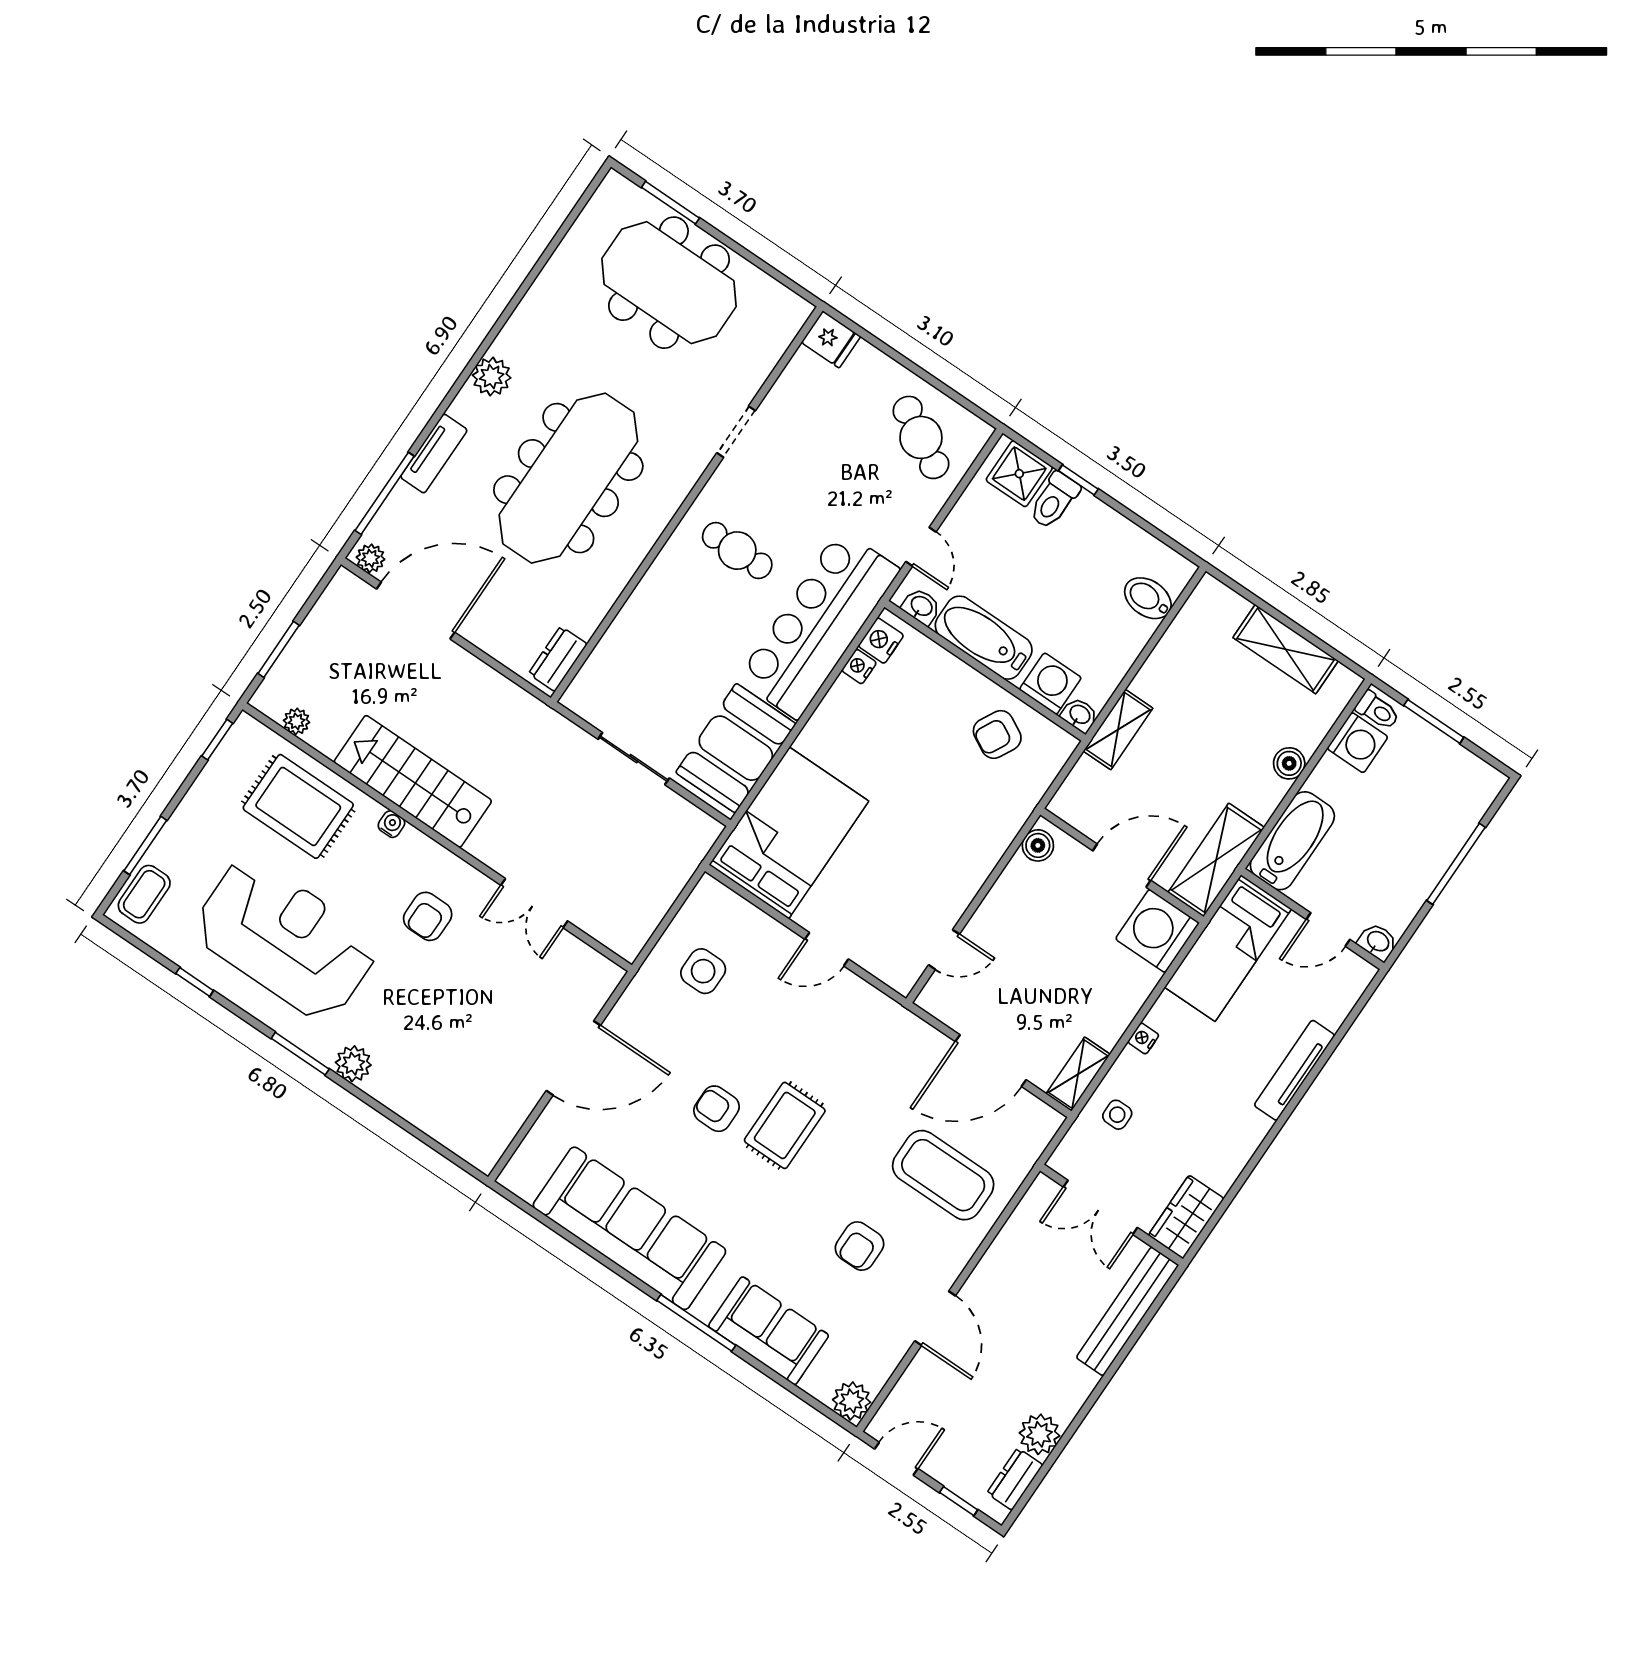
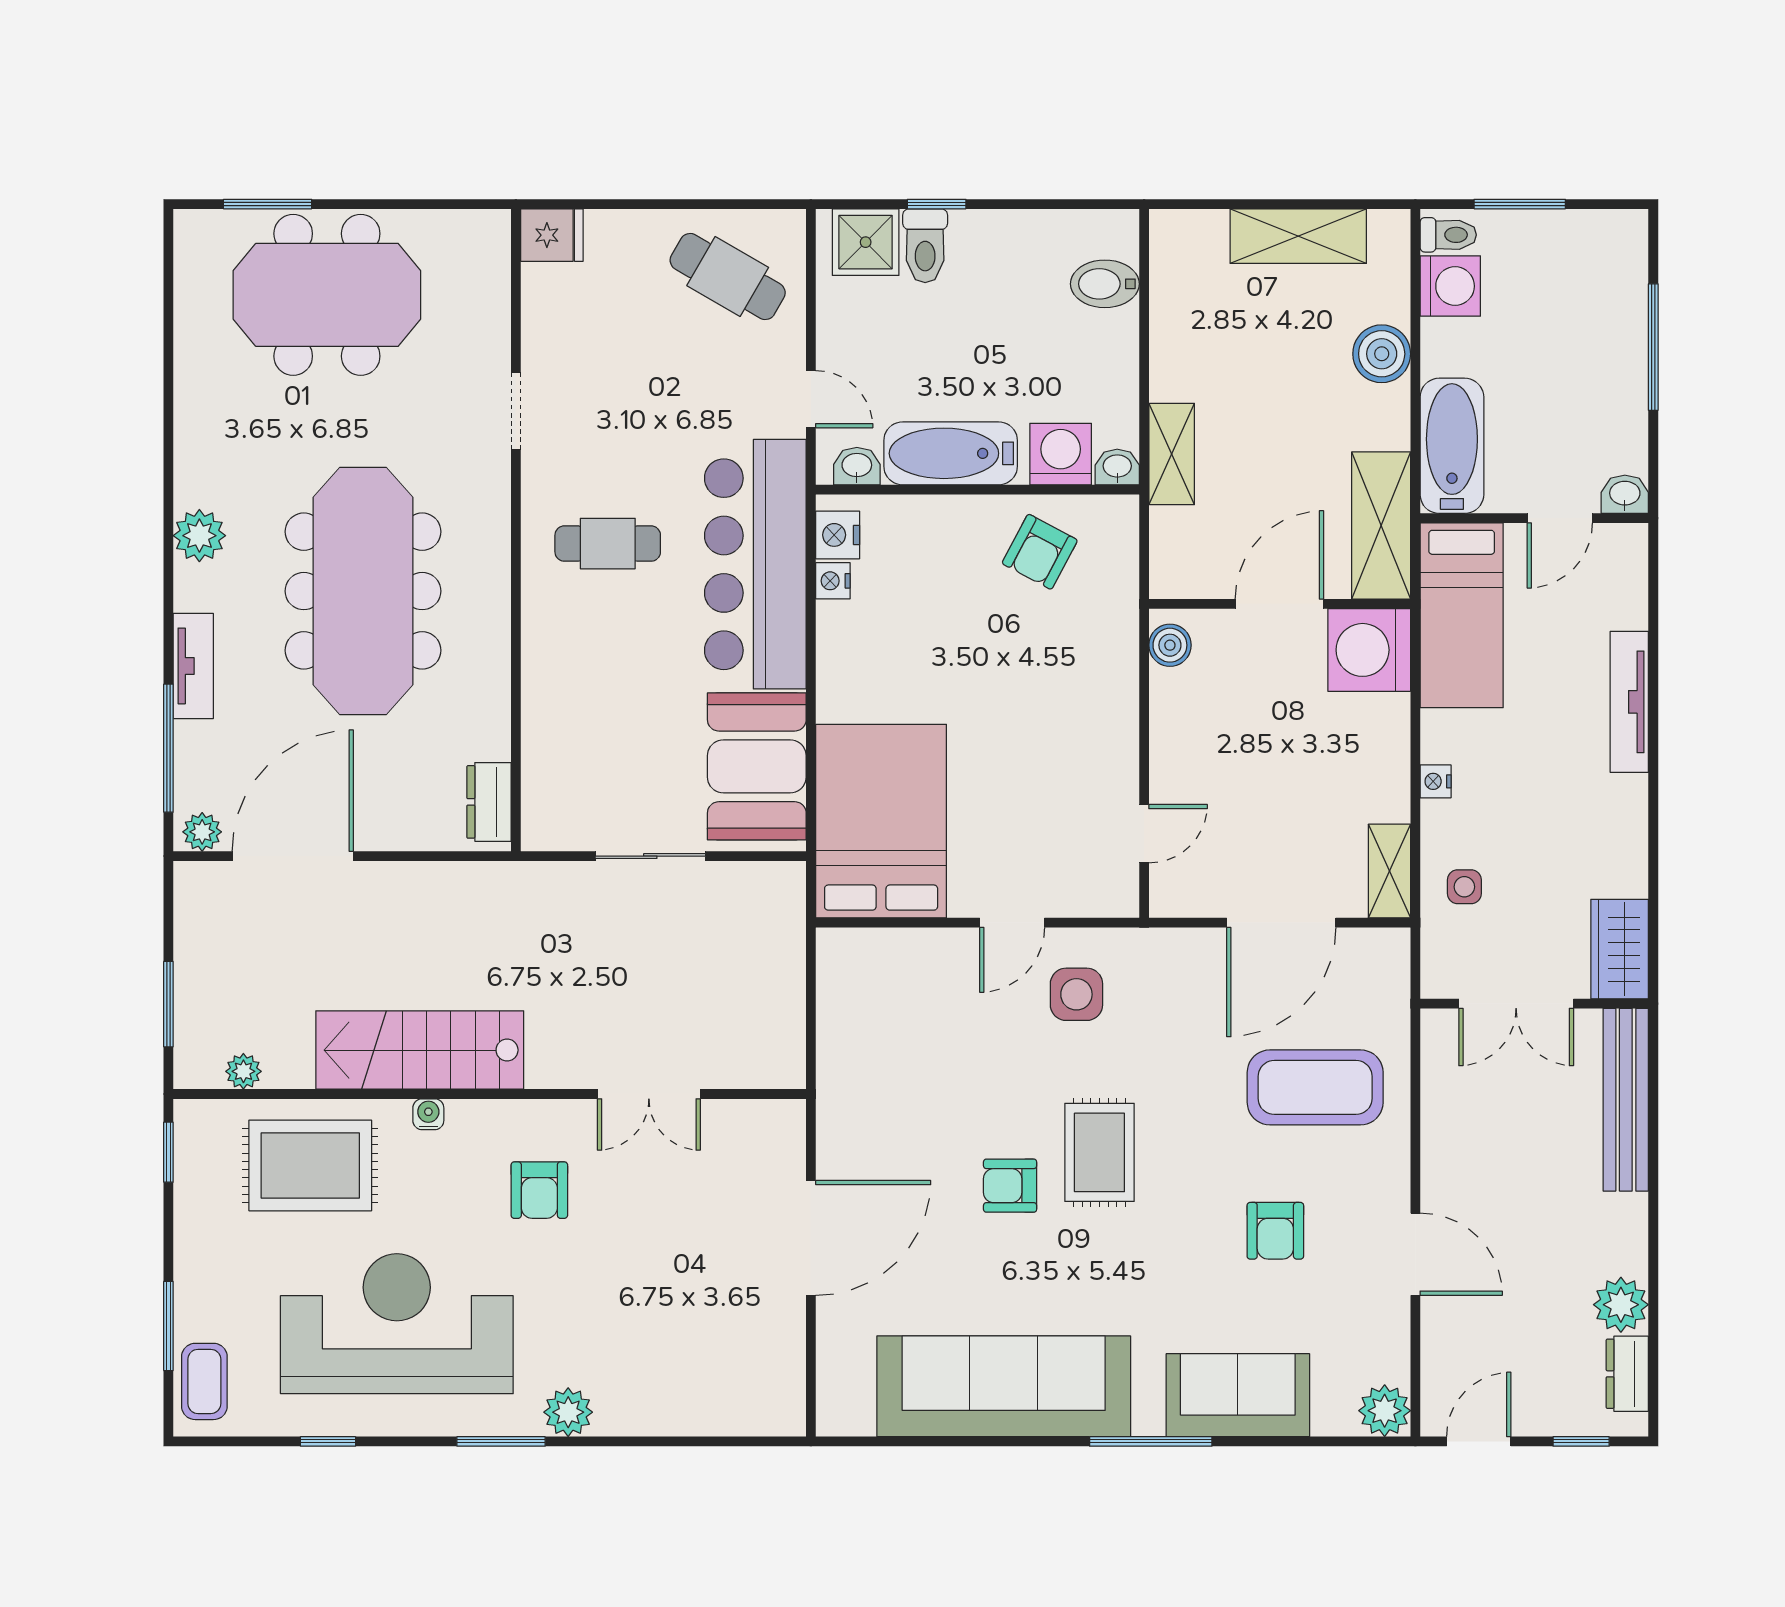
boiler: (1289, 763) -> (1382, 354), width x1.36, depth x1.36
side table: (703, 971) -> (1076, 994), moved

